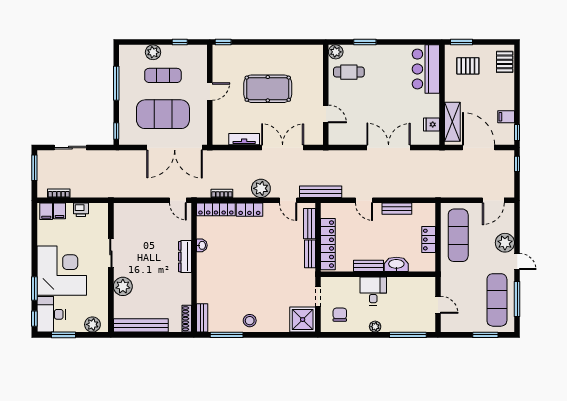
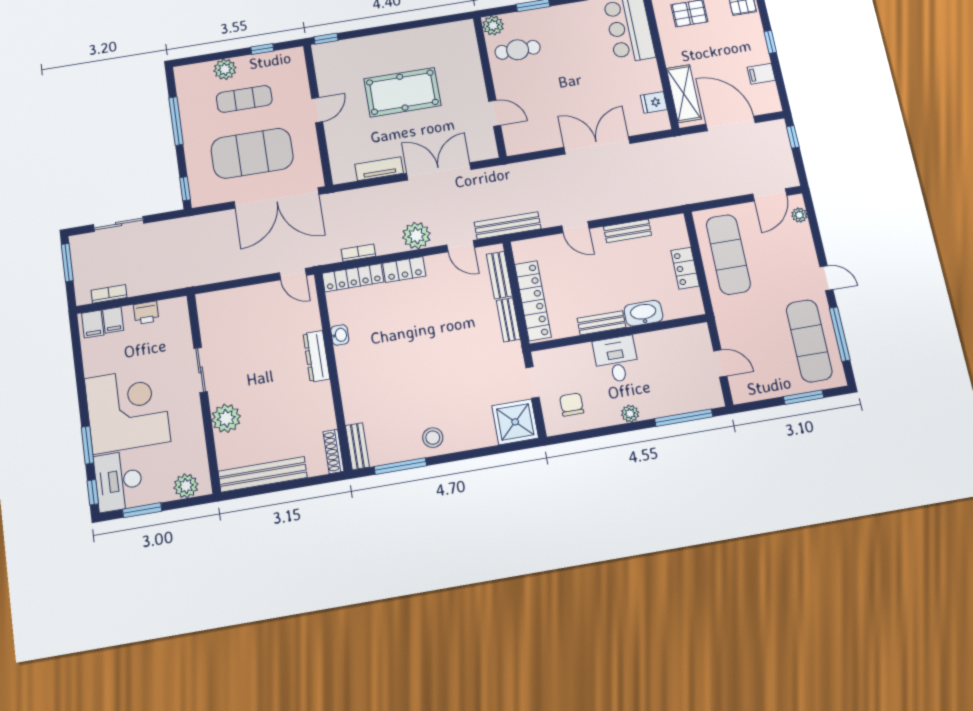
window: (517, 133) -> (770, 42), moved
plant: (505, 243) -> (799, 215), moved, width x0.53, depth x0.53

